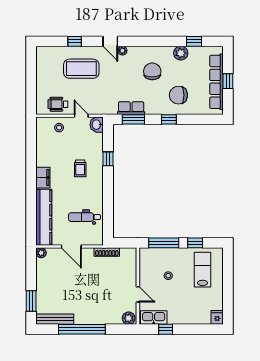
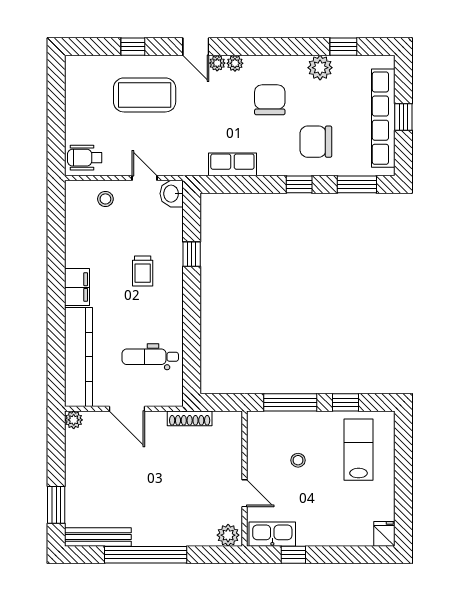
plant: (132, 51) -> (235, 63), added
wheelchair: (58, 104) -> (85, 158), moved
window: (133, 119) -> (357, 184), moved

